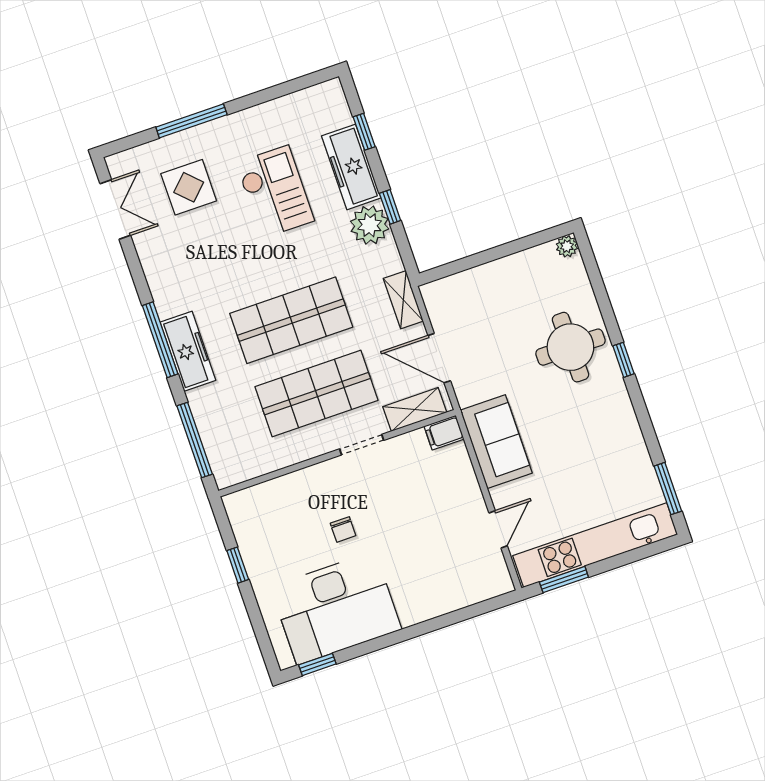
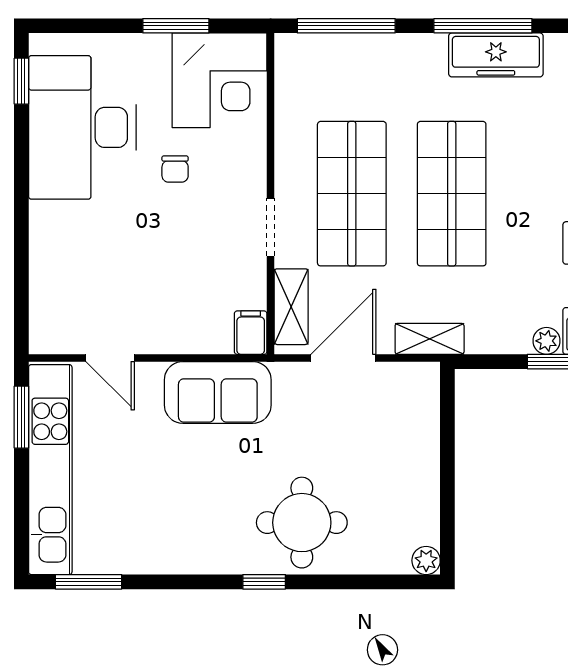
plant: (370, 225) -> (547, 341), width x0.53, depth x0.53
freezer: (188, 351) -> (496, 55), moved
corner desk: (267, 519) -> (220, 80), added
chair: (343, 529) -> (175, 169), turned -90
window: (238, 565) -> (176, 26), width x1.50

